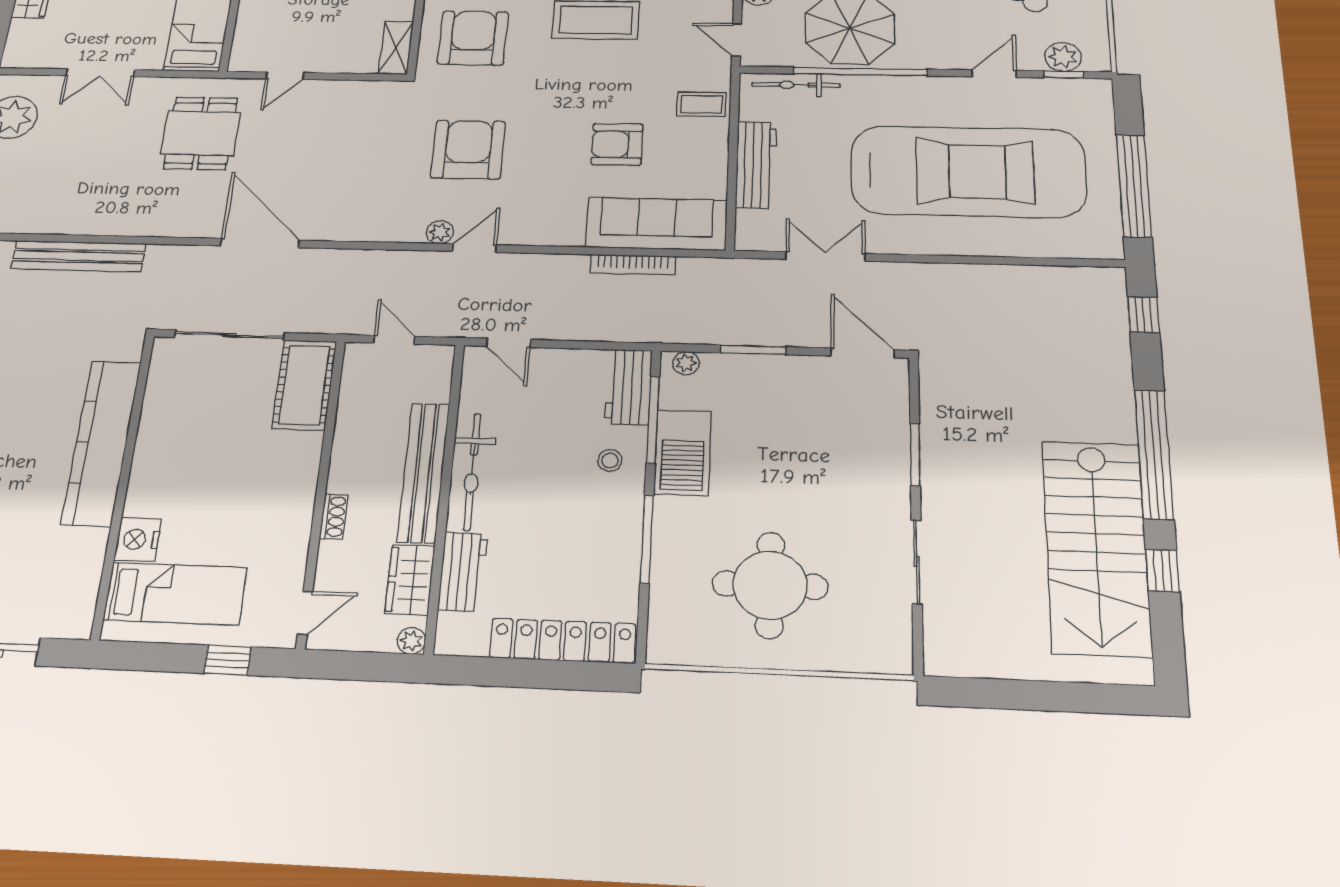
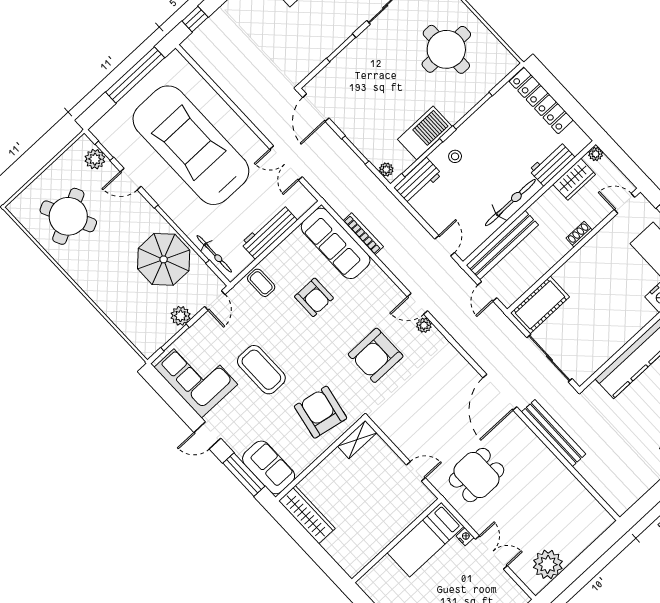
armchair: (473, 38) -> (321, 412), turned 101
nightstand: (151, 62) -> (465, 537), added
bench: (79, 256) -> (554, 433), moved
bench: (424, 472) -> (502, 245), moved

